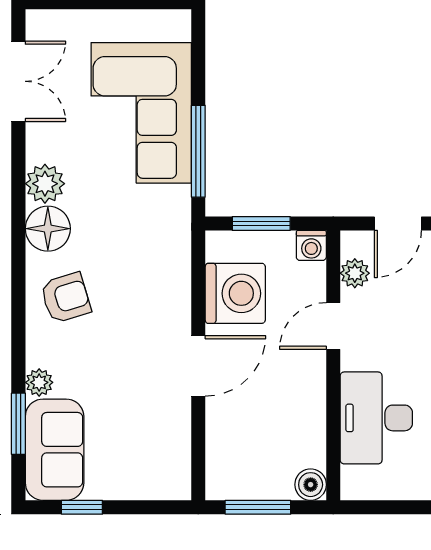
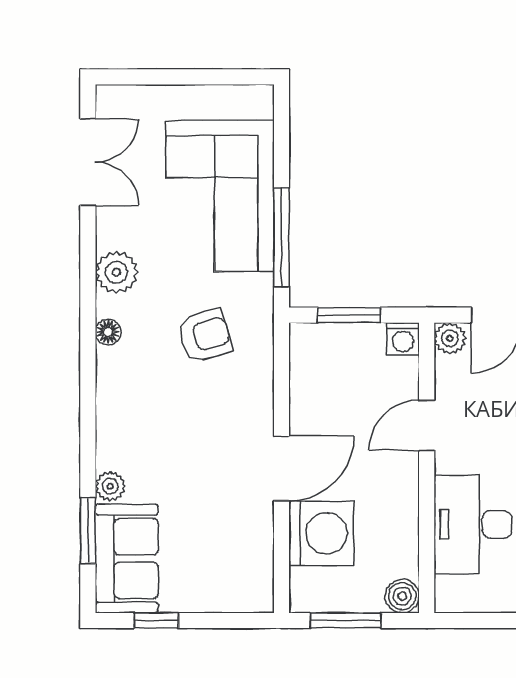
floor lamp: (48, 229) -> (108, 332), width x0.53, depth x0.53
plant: (355, 273) -> (450, 338), moved
washing machine: (235, 293) -> (321, 533), moved
armchair: (66, 298) -> (205, 336), moved

